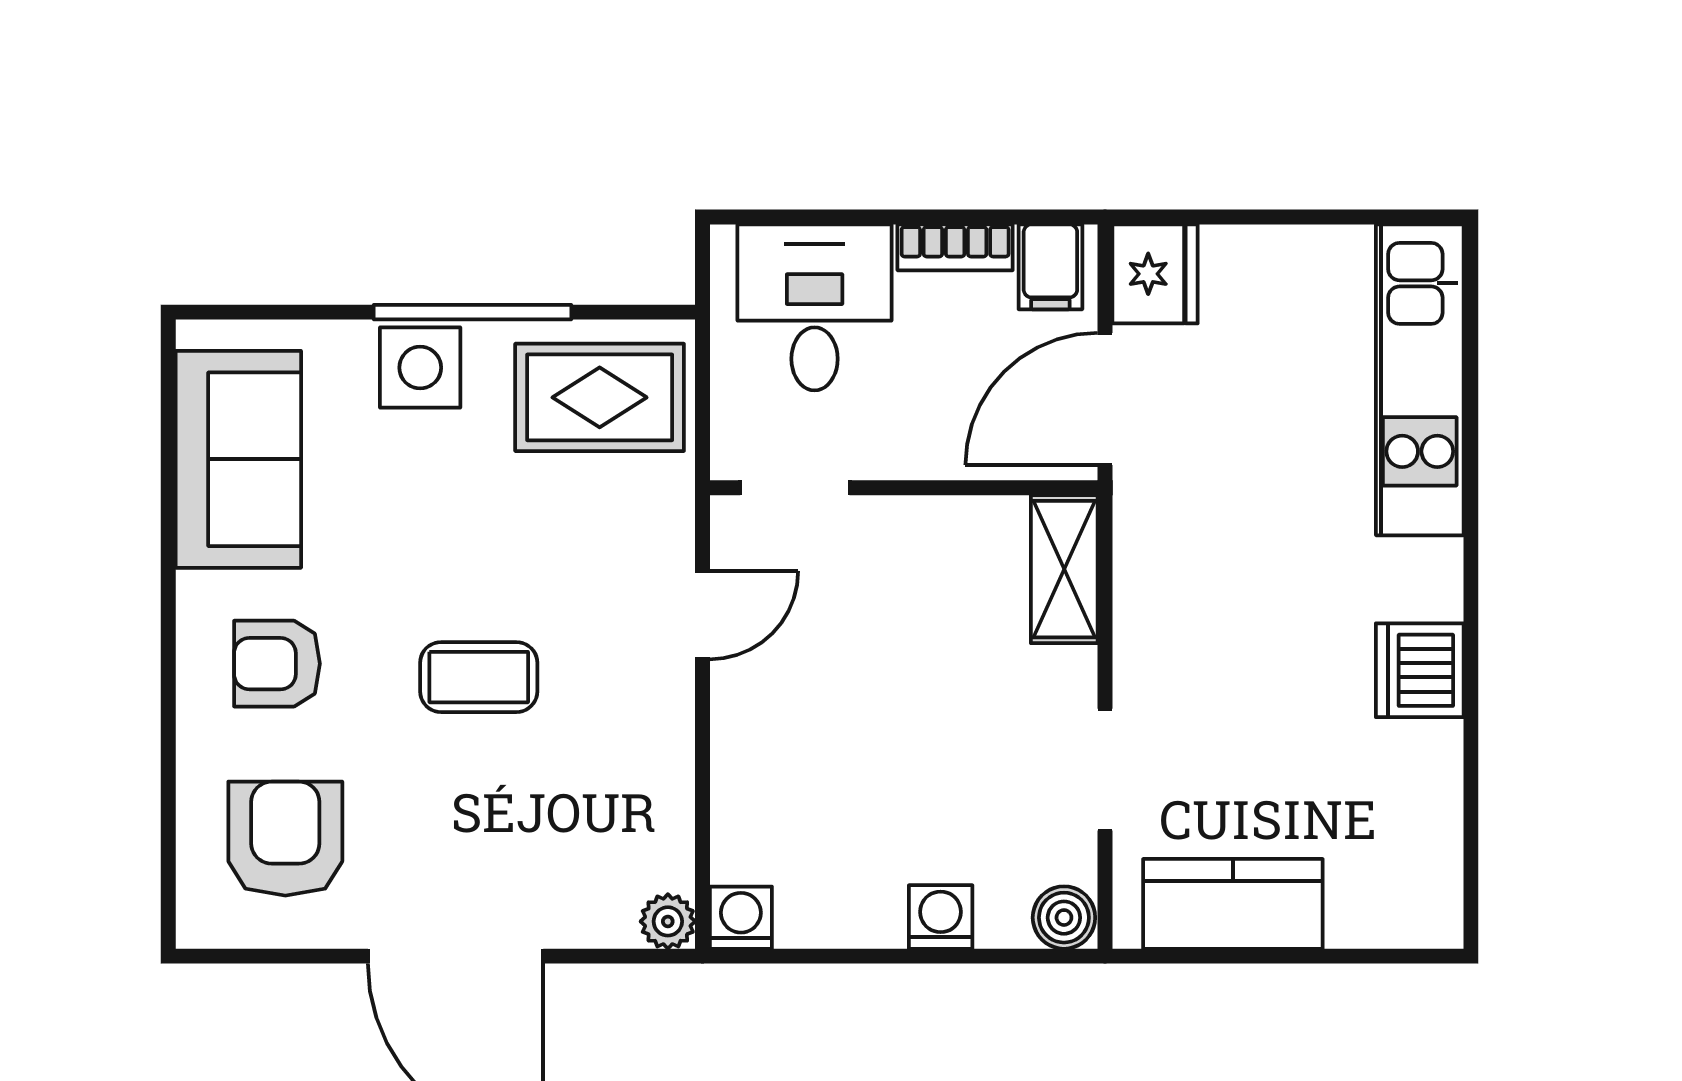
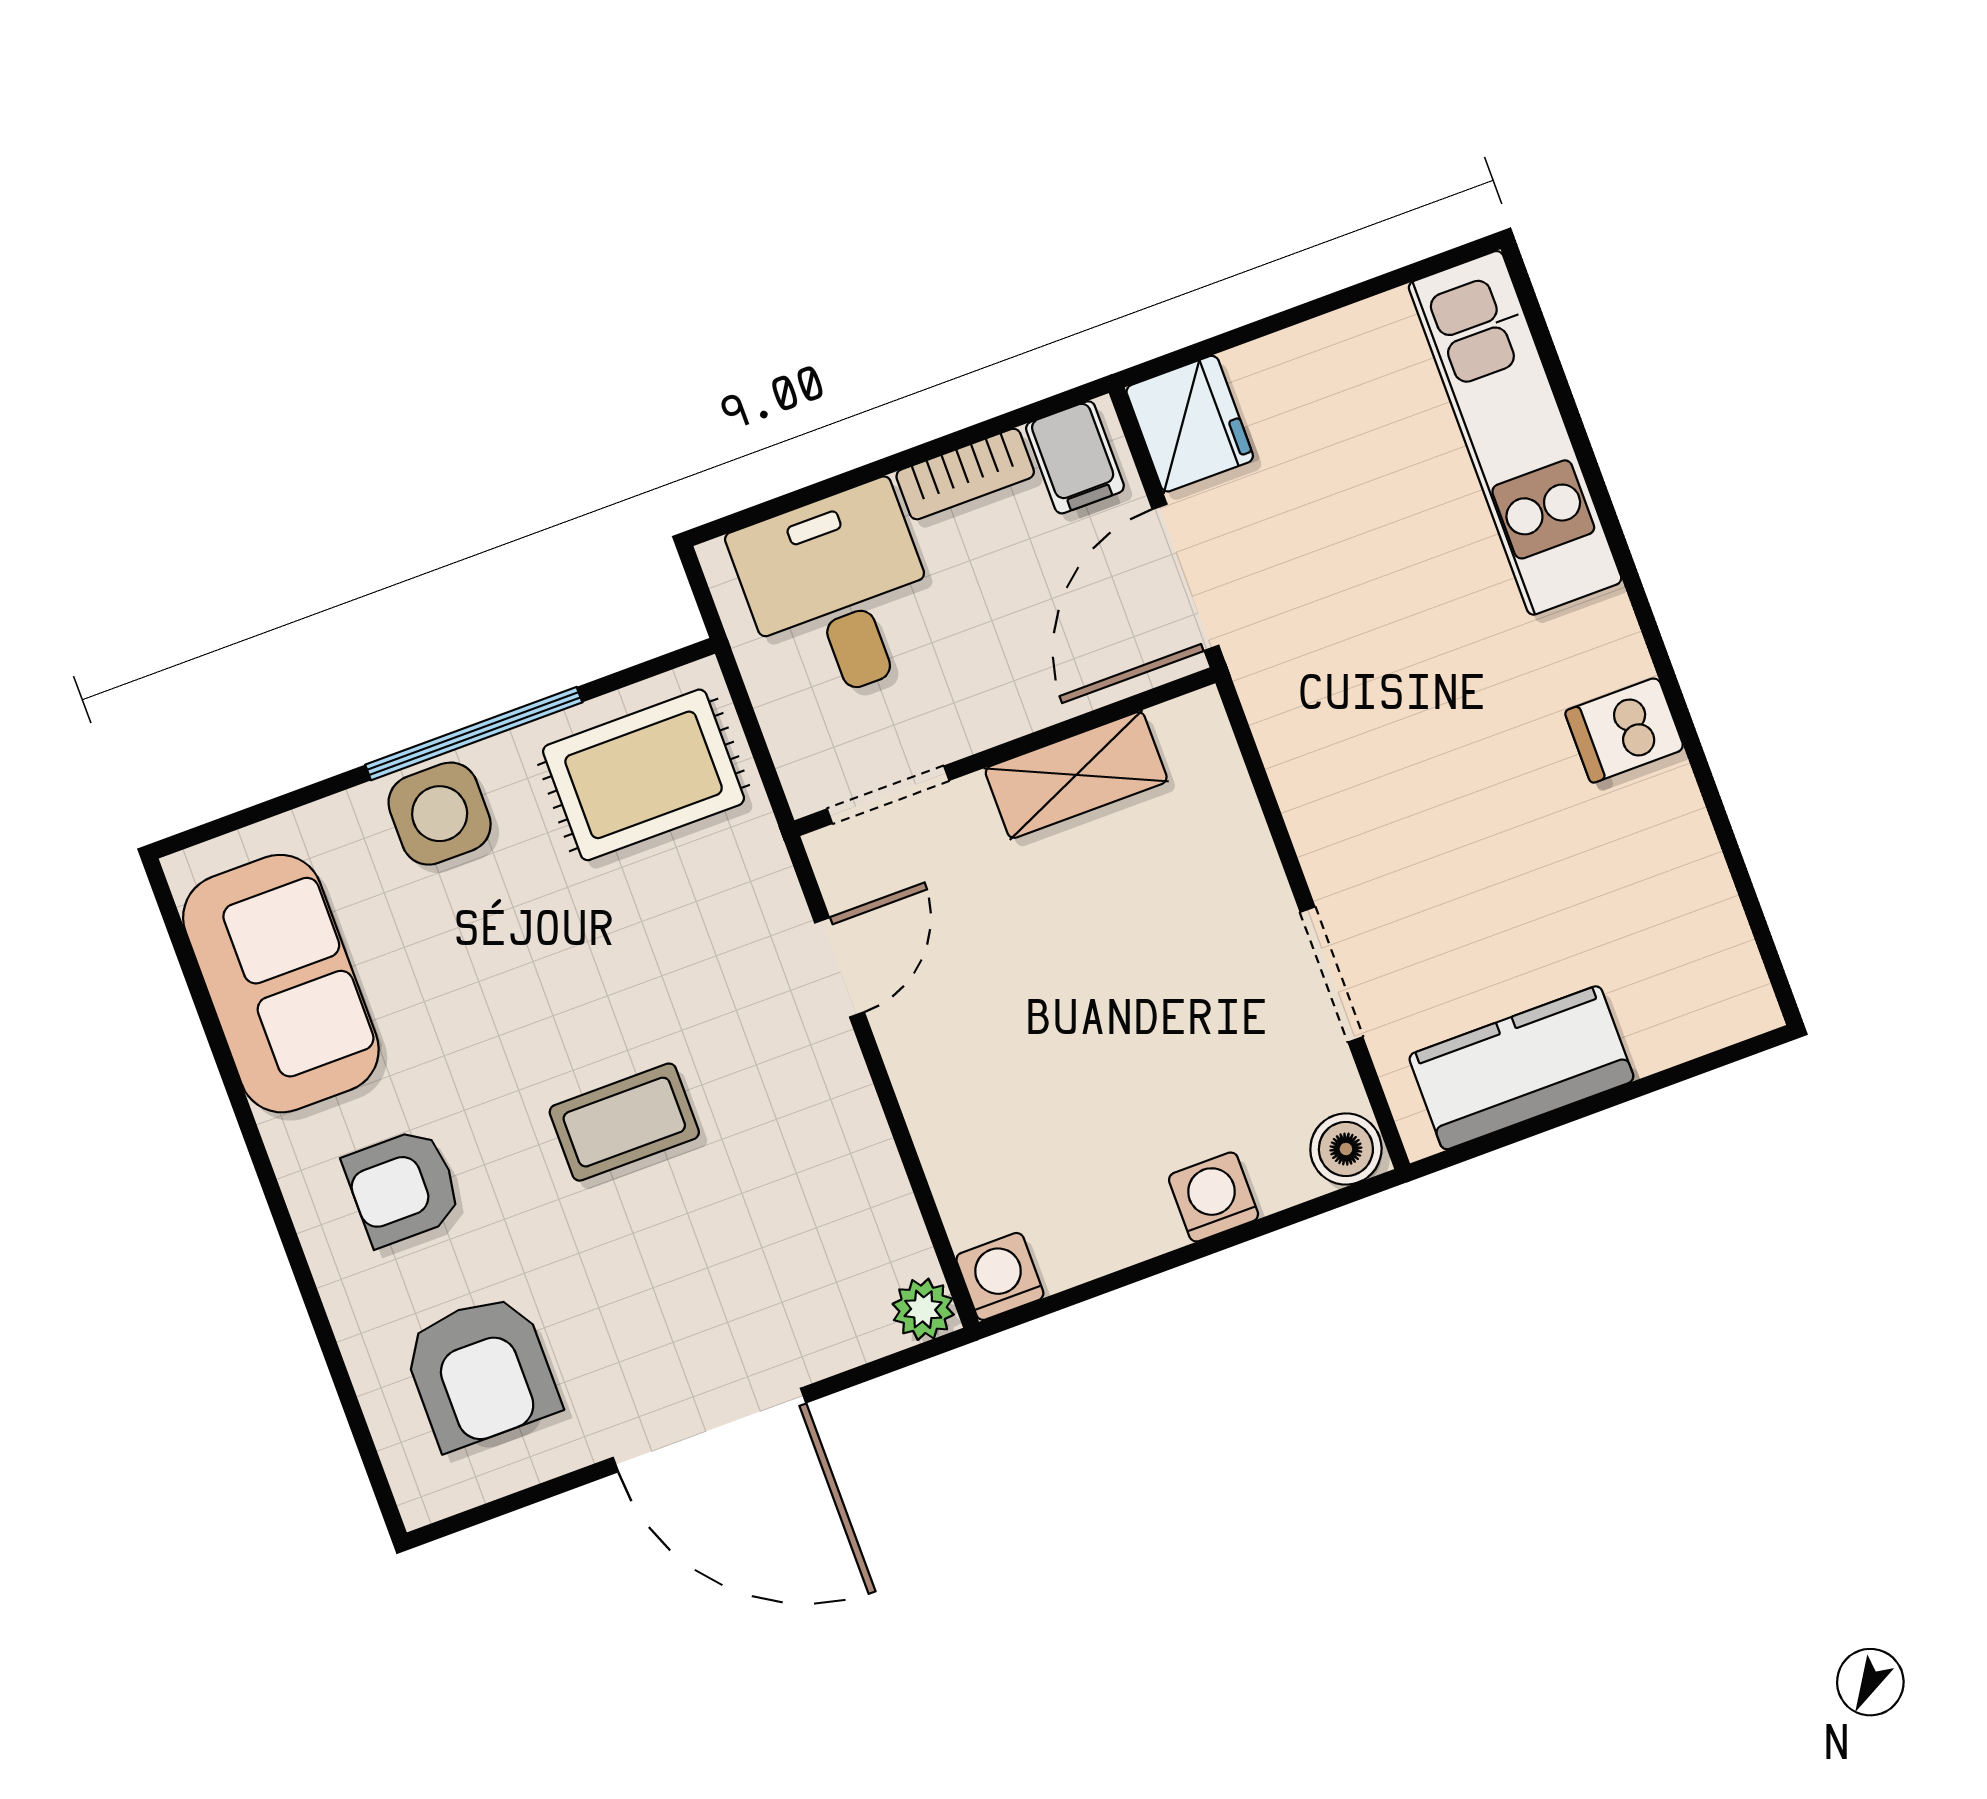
shelving: (1064, 569) -> (1076, 775), moved, turned 90
dishwasher: (1420, 670) -> (1624, 730), width x0.73
armchair: (285, 839) -> (481, 1371), turned 180

